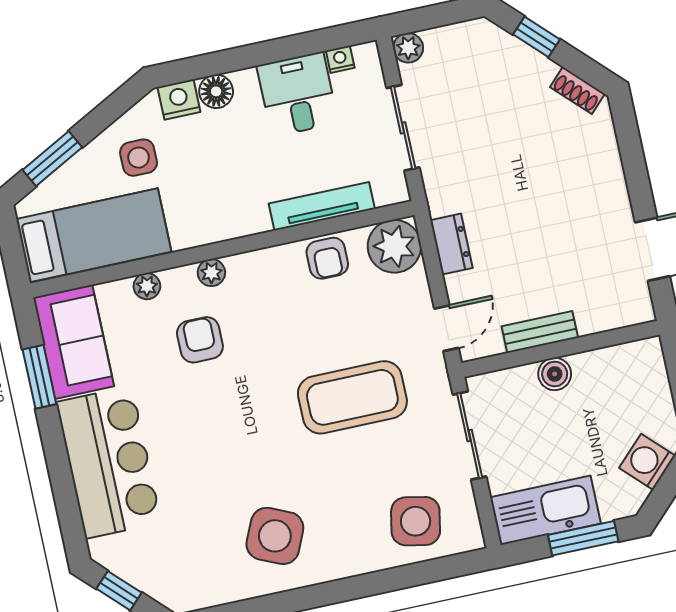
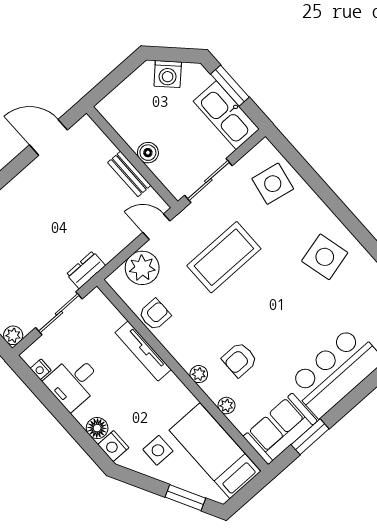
tv unit: (322, 206) -> (143, 351), moved
dresser: (451, 244) -> (86, 270), moved
plant: (394, 246) -> (142, 268), moved
coffee table: (352, 397) -> (224, 257), turned 90
side table: (275, 536) -> (325, 257), turned -38

